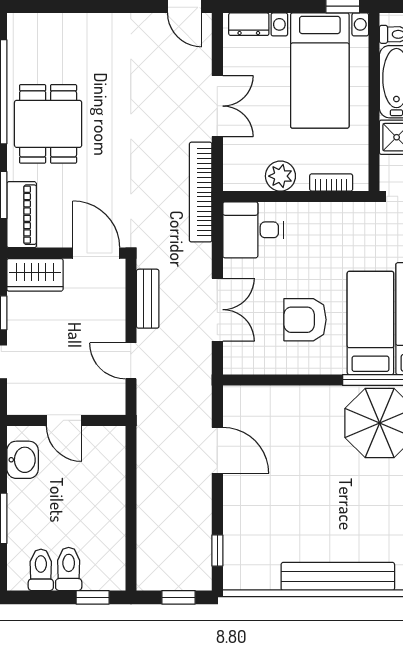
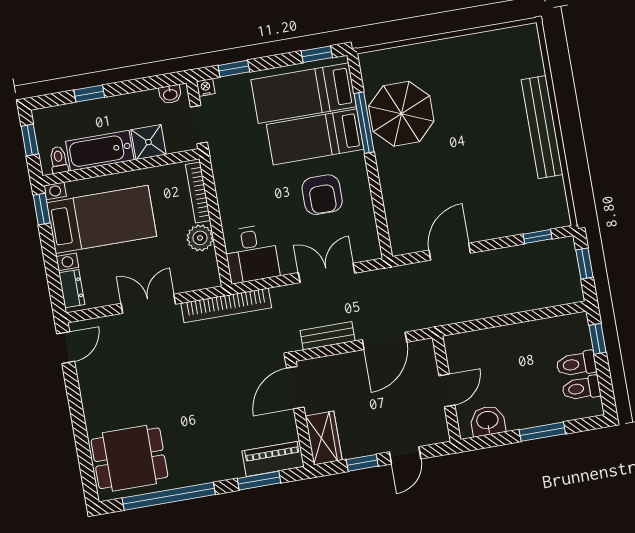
dining table: (48, 124) -> (129, 458), moved
bookcase: (331, 182) -> (198, 193), width x1.56
door: (131, 361) -> (385, 341), width x1.38

